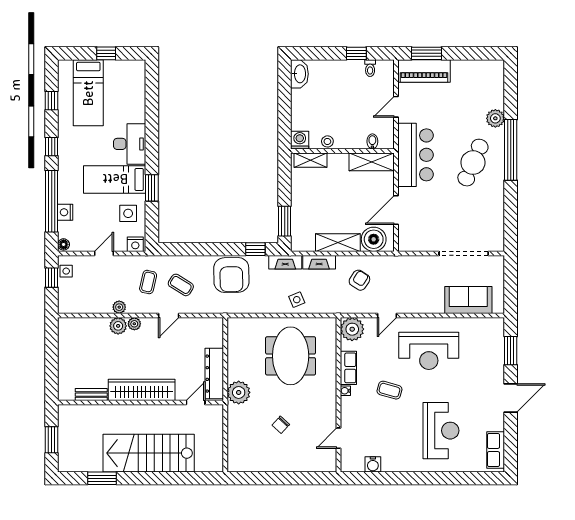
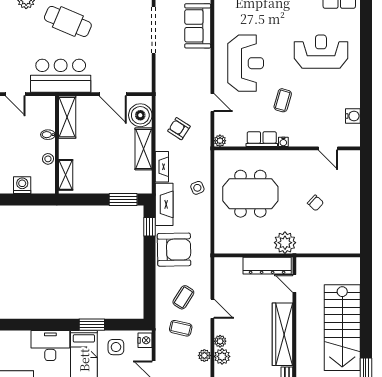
washing machine: (300, 140) -> (22, 185), moved, turned 90
bidet: (372, 141) -> (48, 135), moved
fireplace: (285, 262) -> (164, 204), width x1.37, depth x1.32
plant: (352, 329) -> (220, 141), width x0.53, depth x0.53

